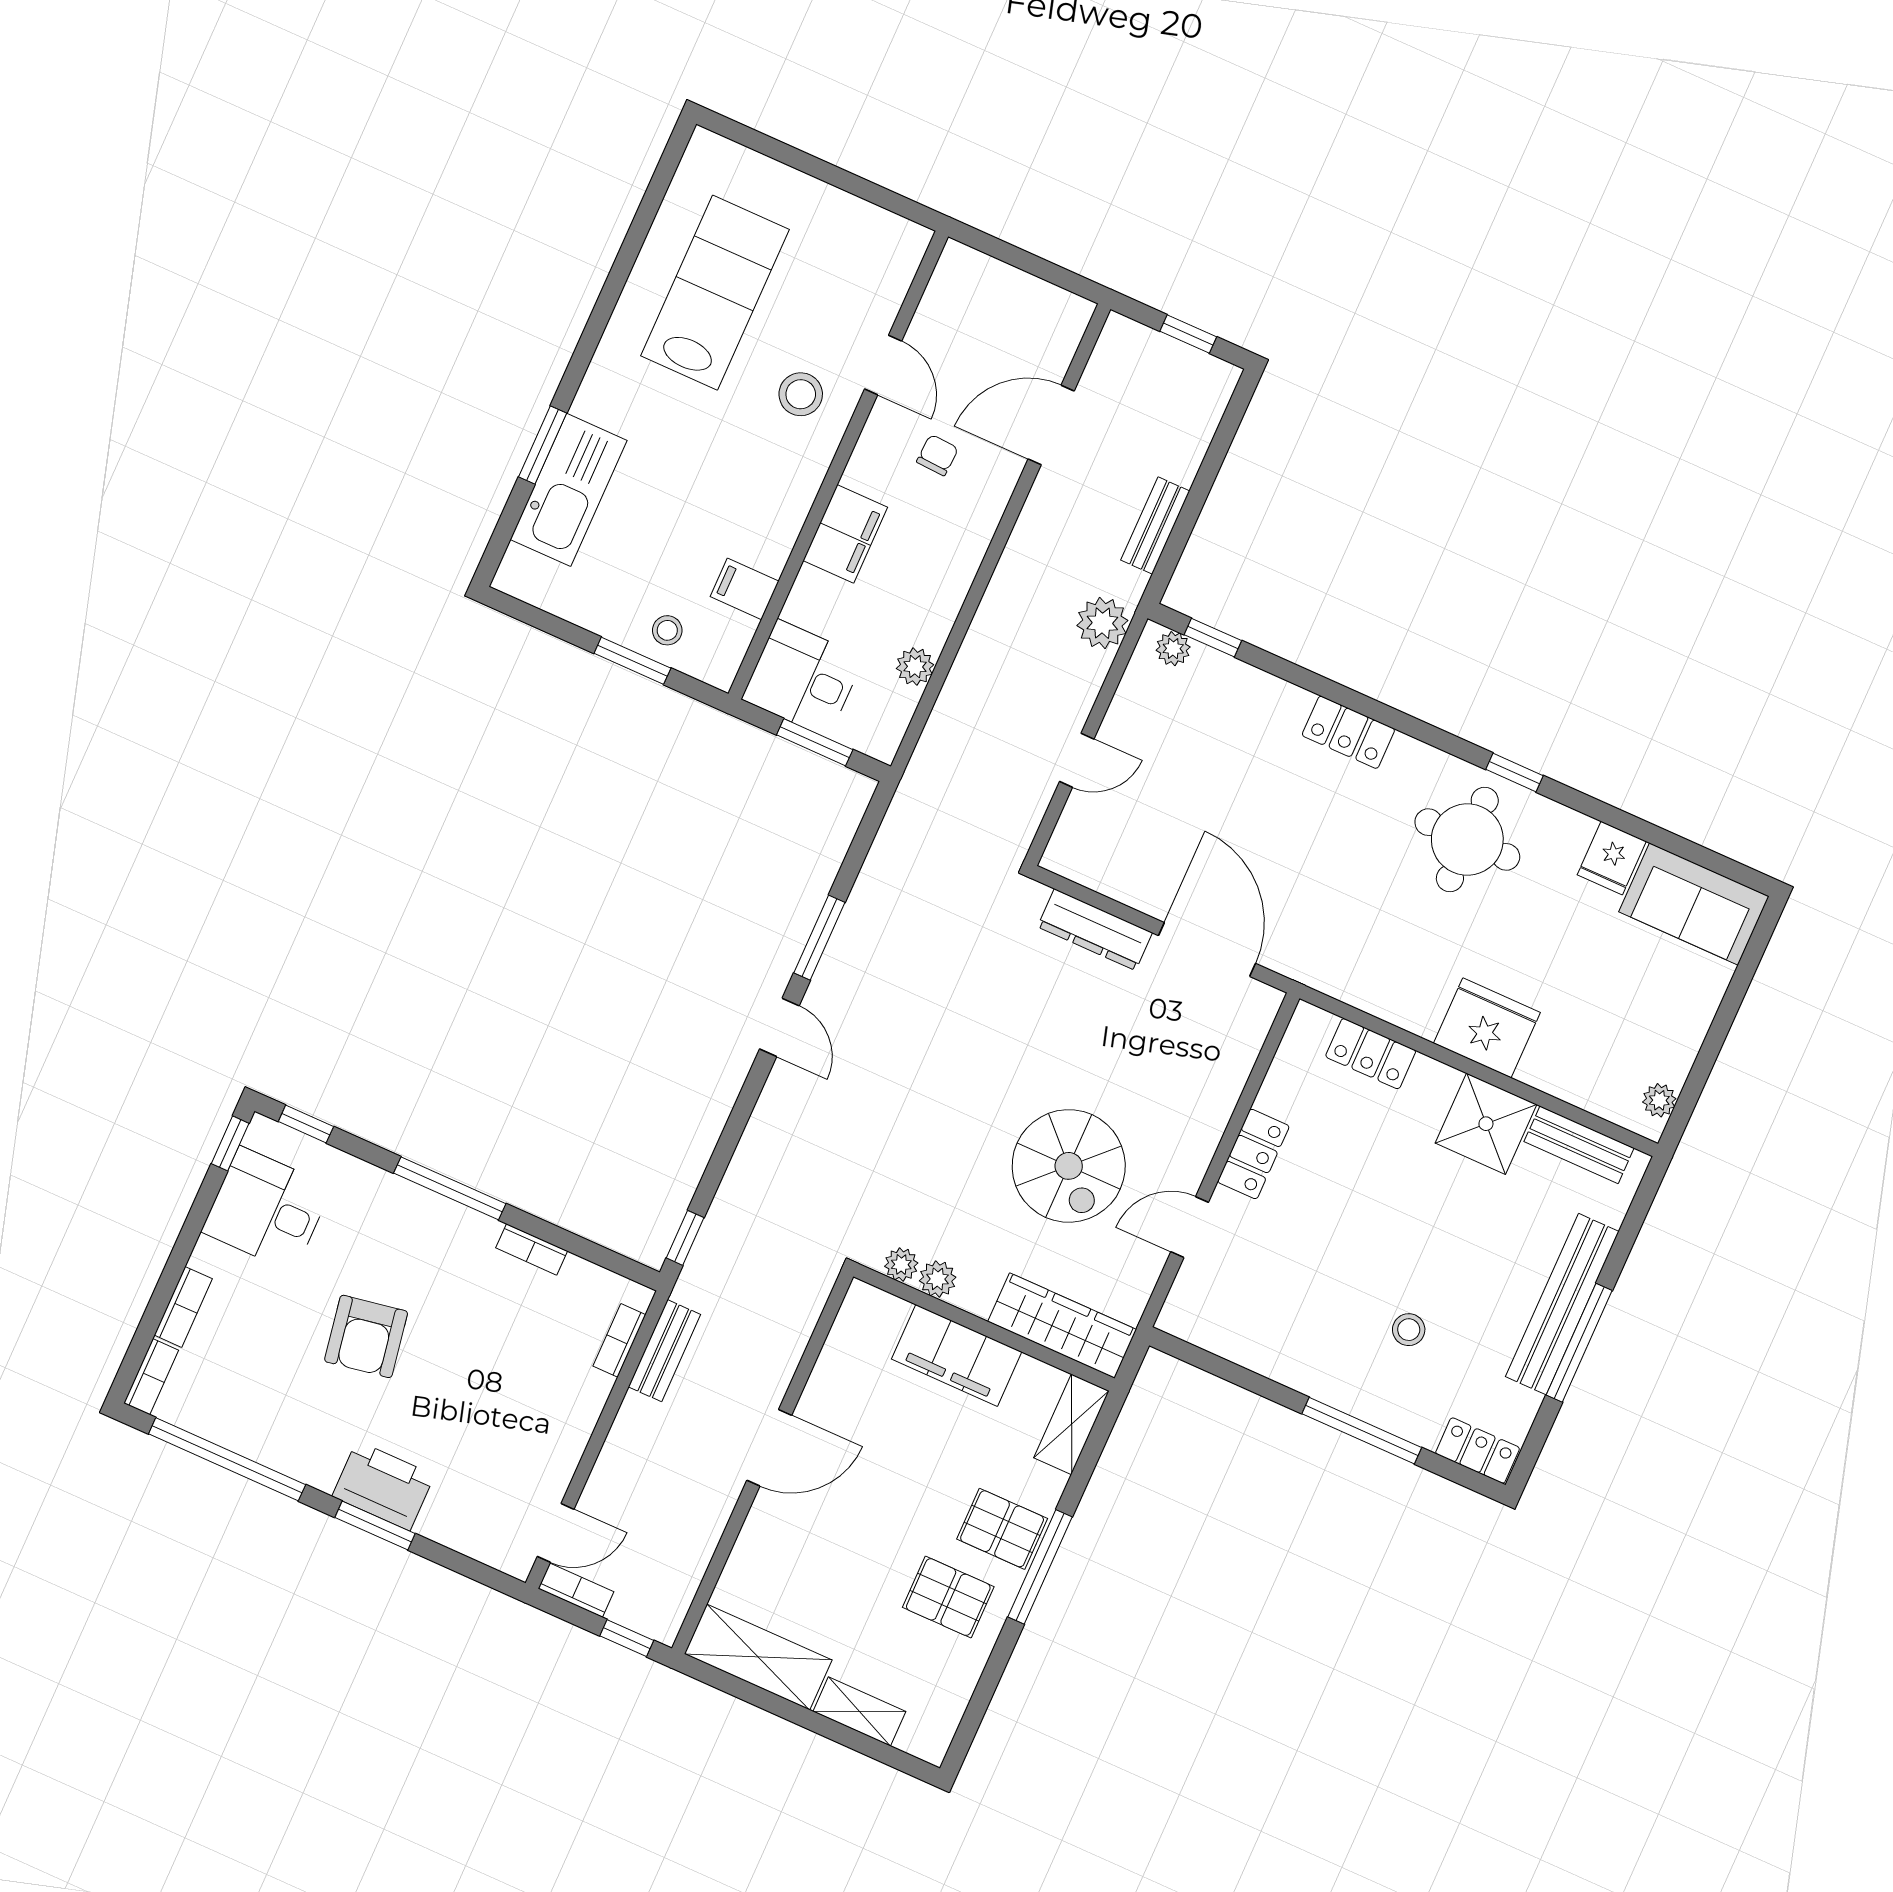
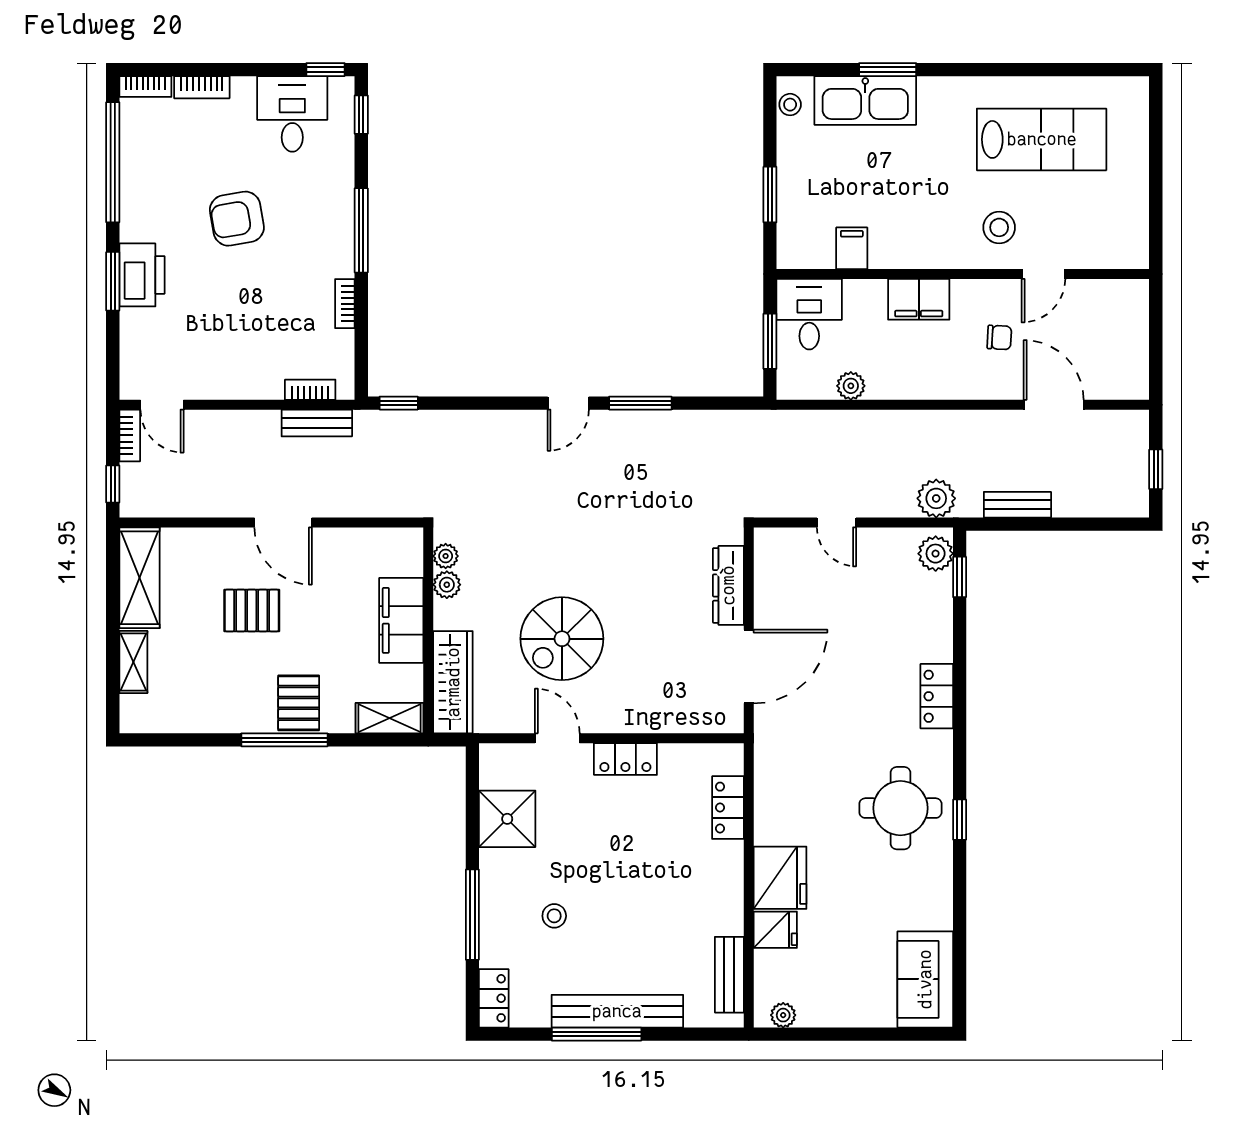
stool: (667, 630) -> (790, 105), moved
plant: (1173, 649) -> (936, 554), width x1.38, depth x1.38
fridge: (1612, 858) -> (775, 930), moved, turned 180
shower: (1486, 1124) -> (507, 819), moved
pallet: (948, 1597) -> (252, 610), moved, turned 90

